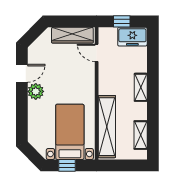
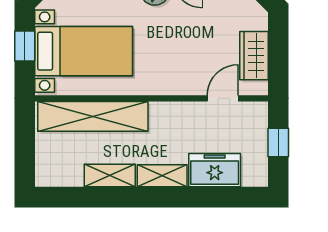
wardrobe: (72, 35) -> (254, 56), width x0.67
freezer: (132, 37) -> (215, 170), moved, turned 90
shelving: (141, 135) -> (110, 176), moved

